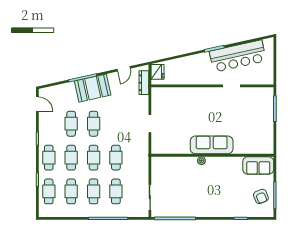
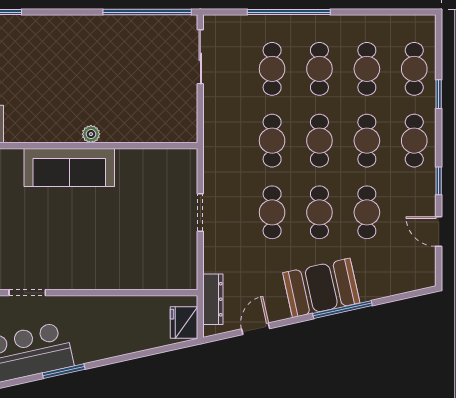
door: (37, 104) -> (439, 232), moved
cafe table: (116, 124) -> (272, 212), added

